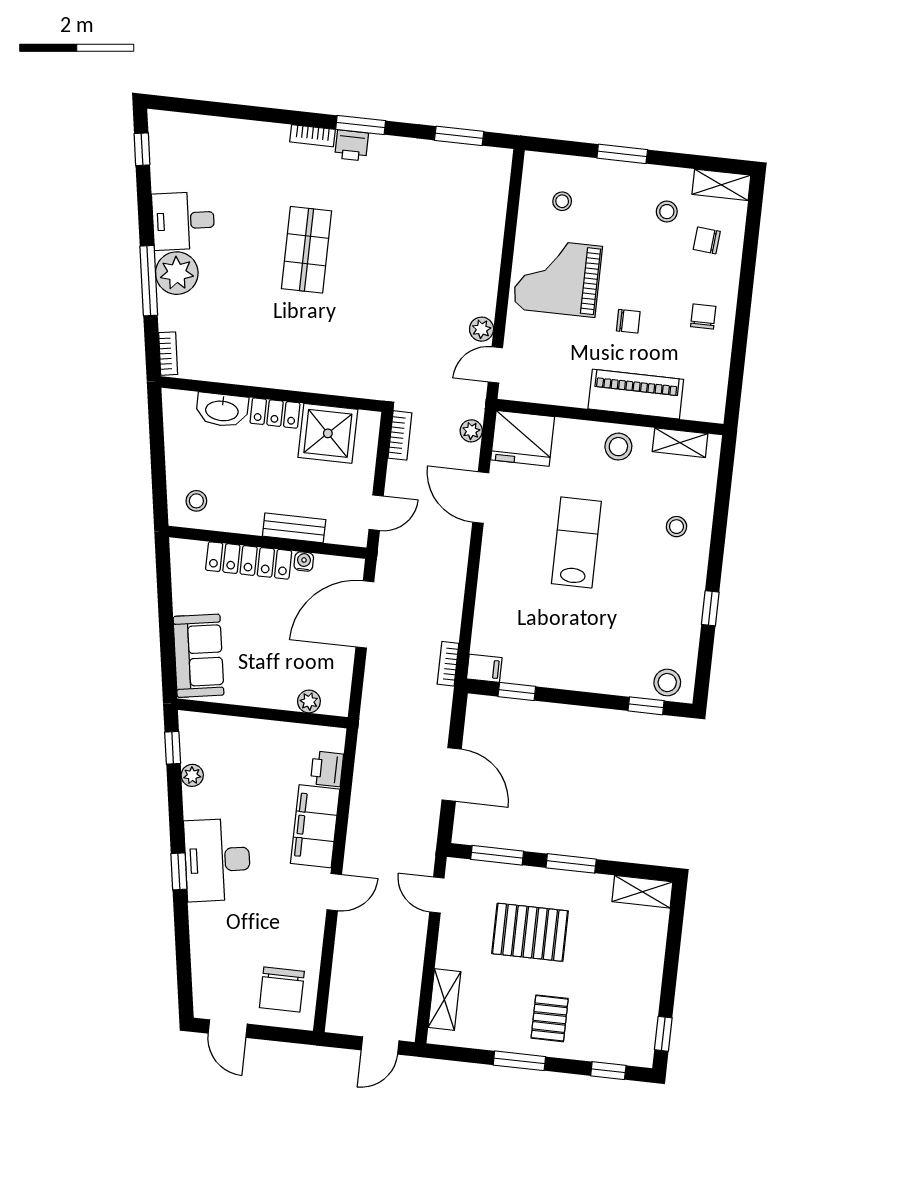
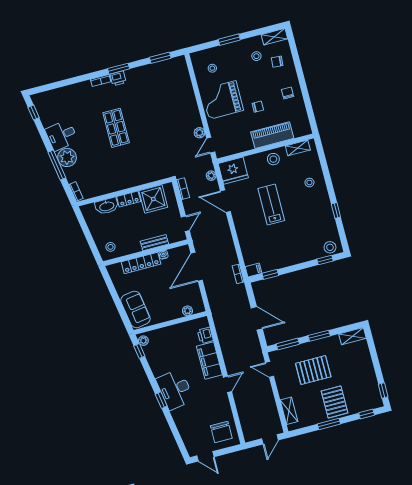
plant: (192, 775) -> (143, 341), moved
pallet: (550, 1018) -> (335, 402), width x1.50, depth x1.42

